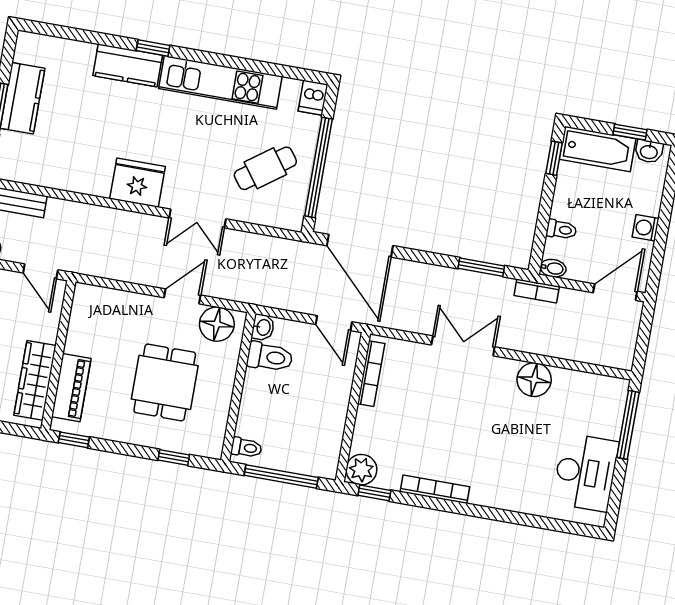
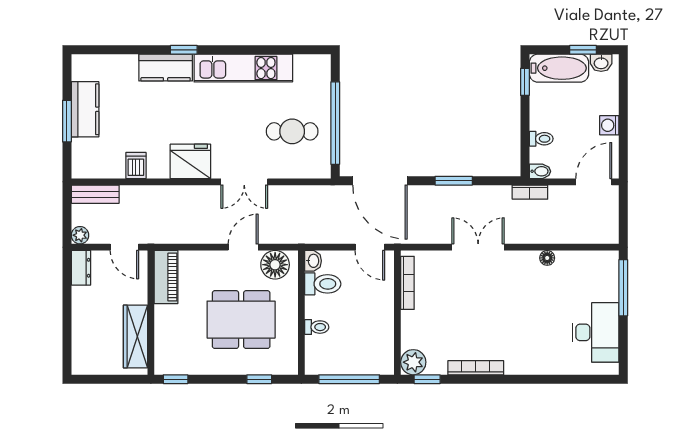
dishwasher: (313, 98) -> (136, 165), moved, turned 180
cafe table: (265, 168) -> (292, 131), turned 36
window: (481, 267) -> (454, 181), moved
floor lamp: (534, 380) -> (547, 258), width x0.53, depth x0.53
dining table: (165, 382) -> (241, 320), width x1.38
piano: (71, 388) -> (166, 277), moved
toilet: (246, 448) -> (317, 327), moved

